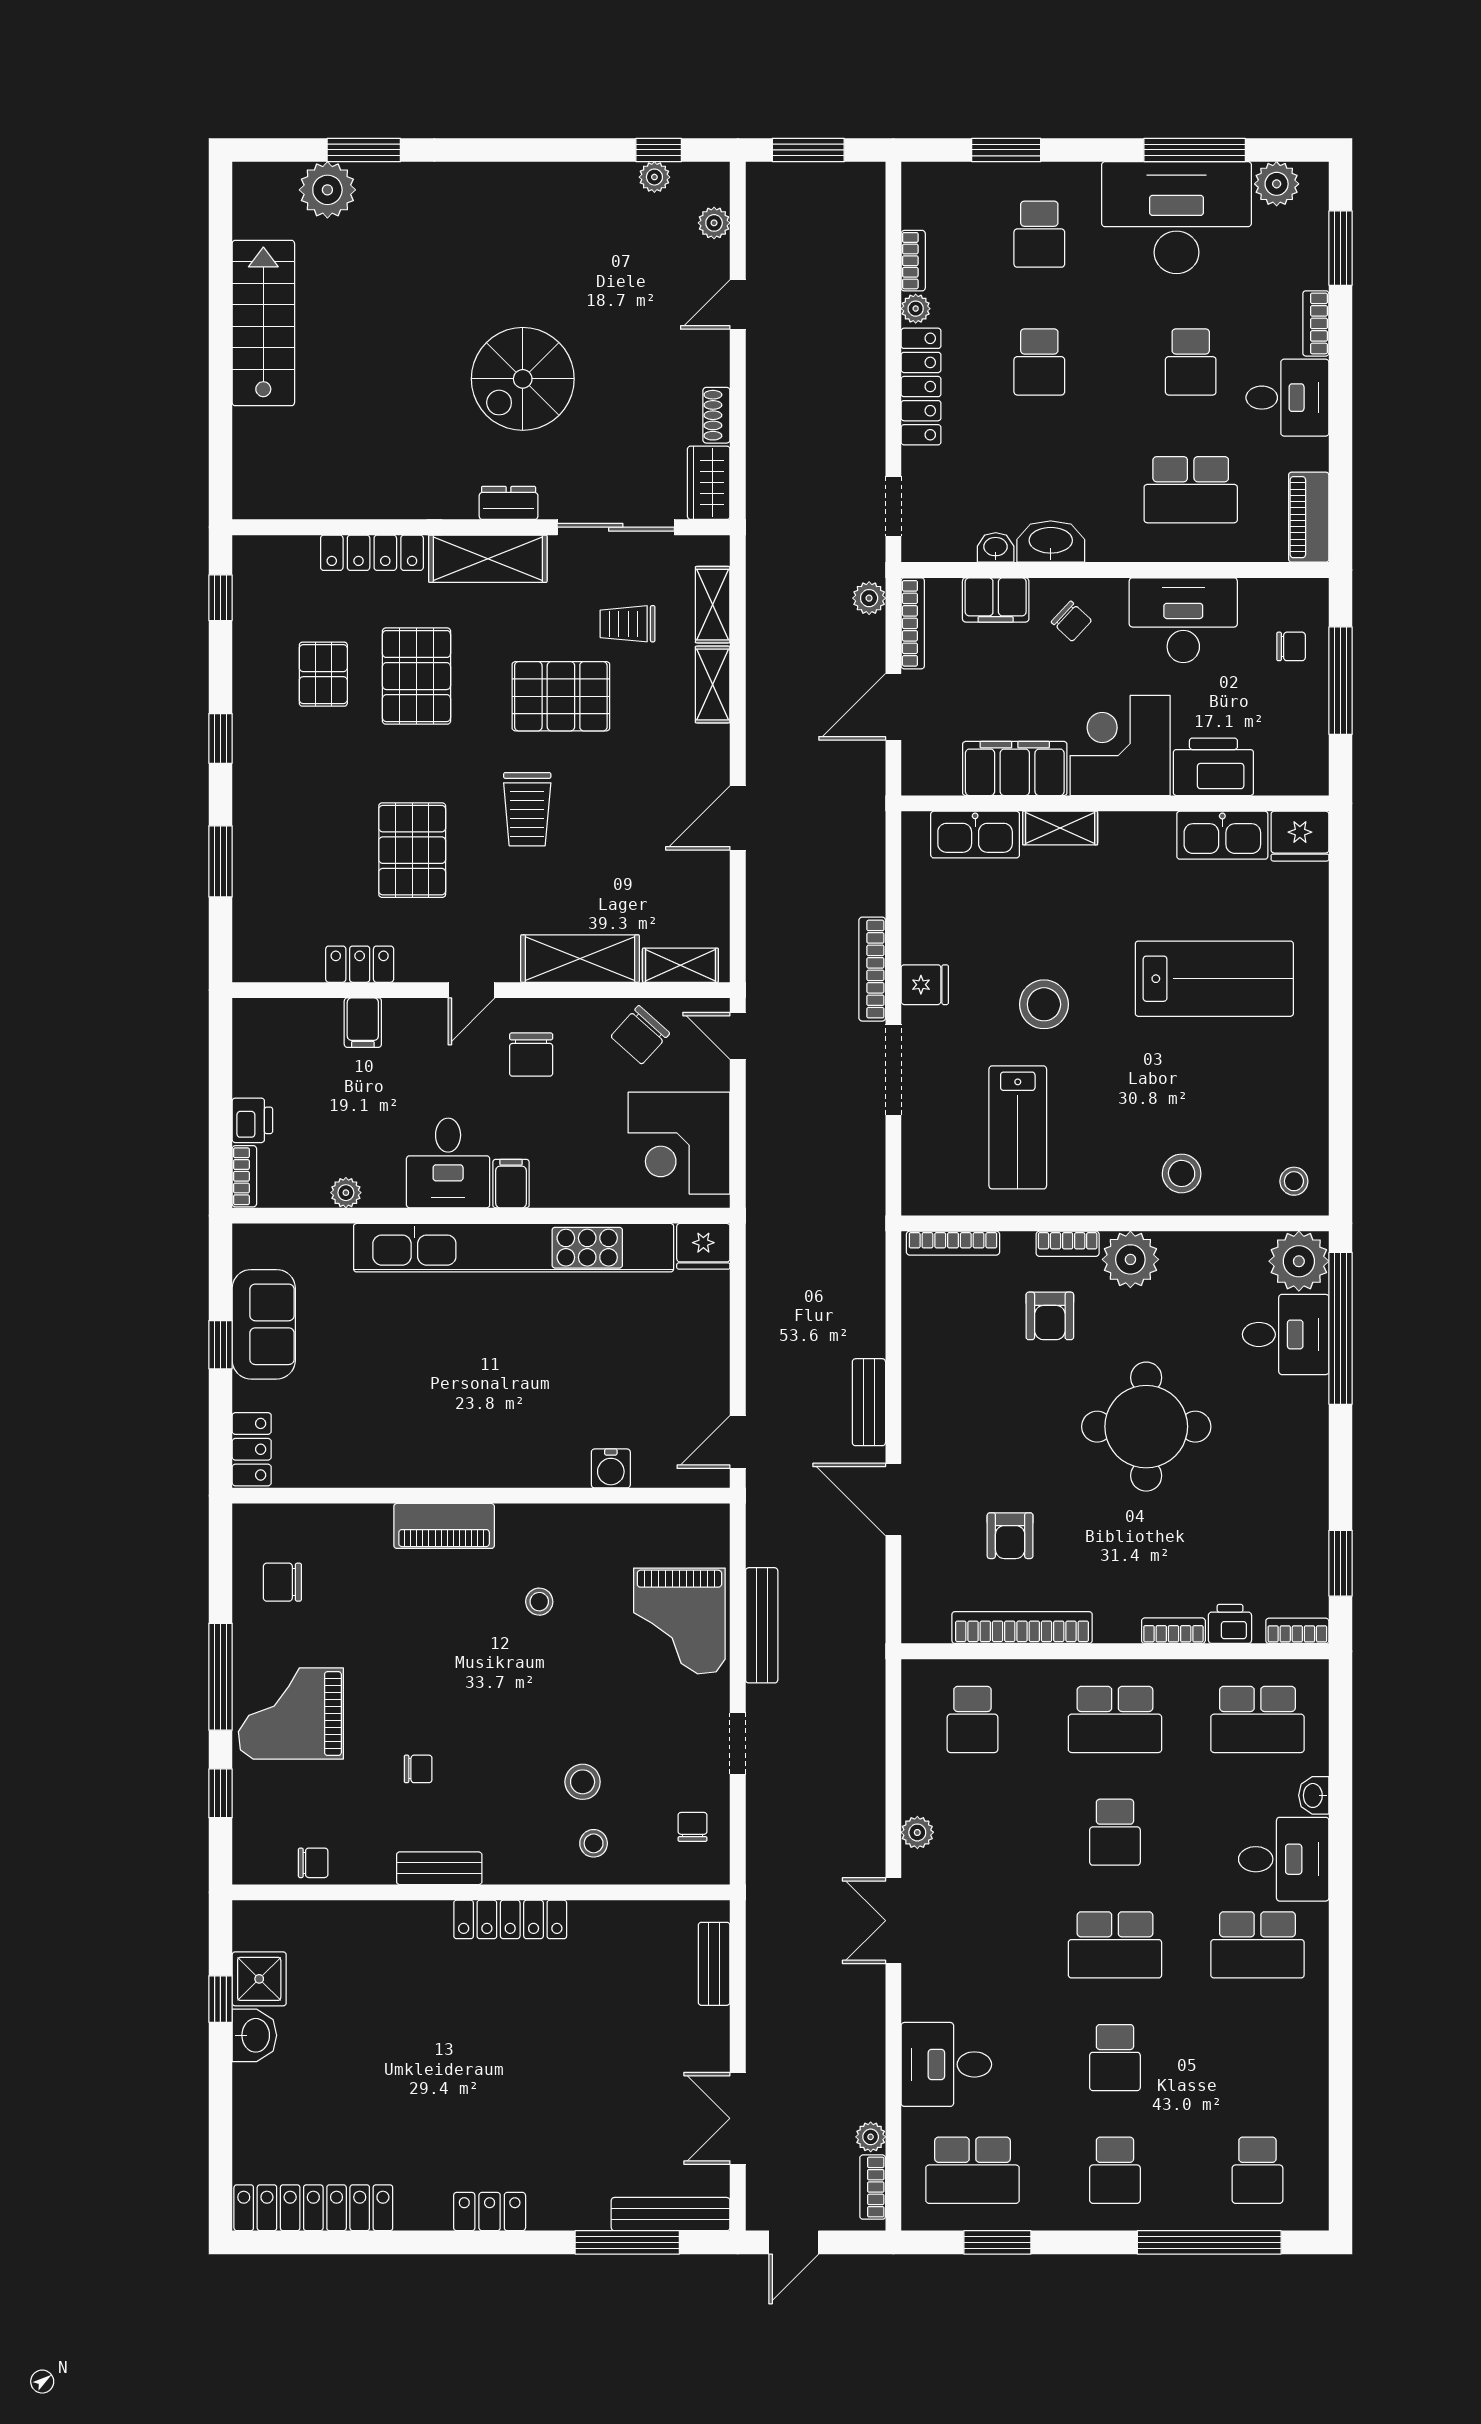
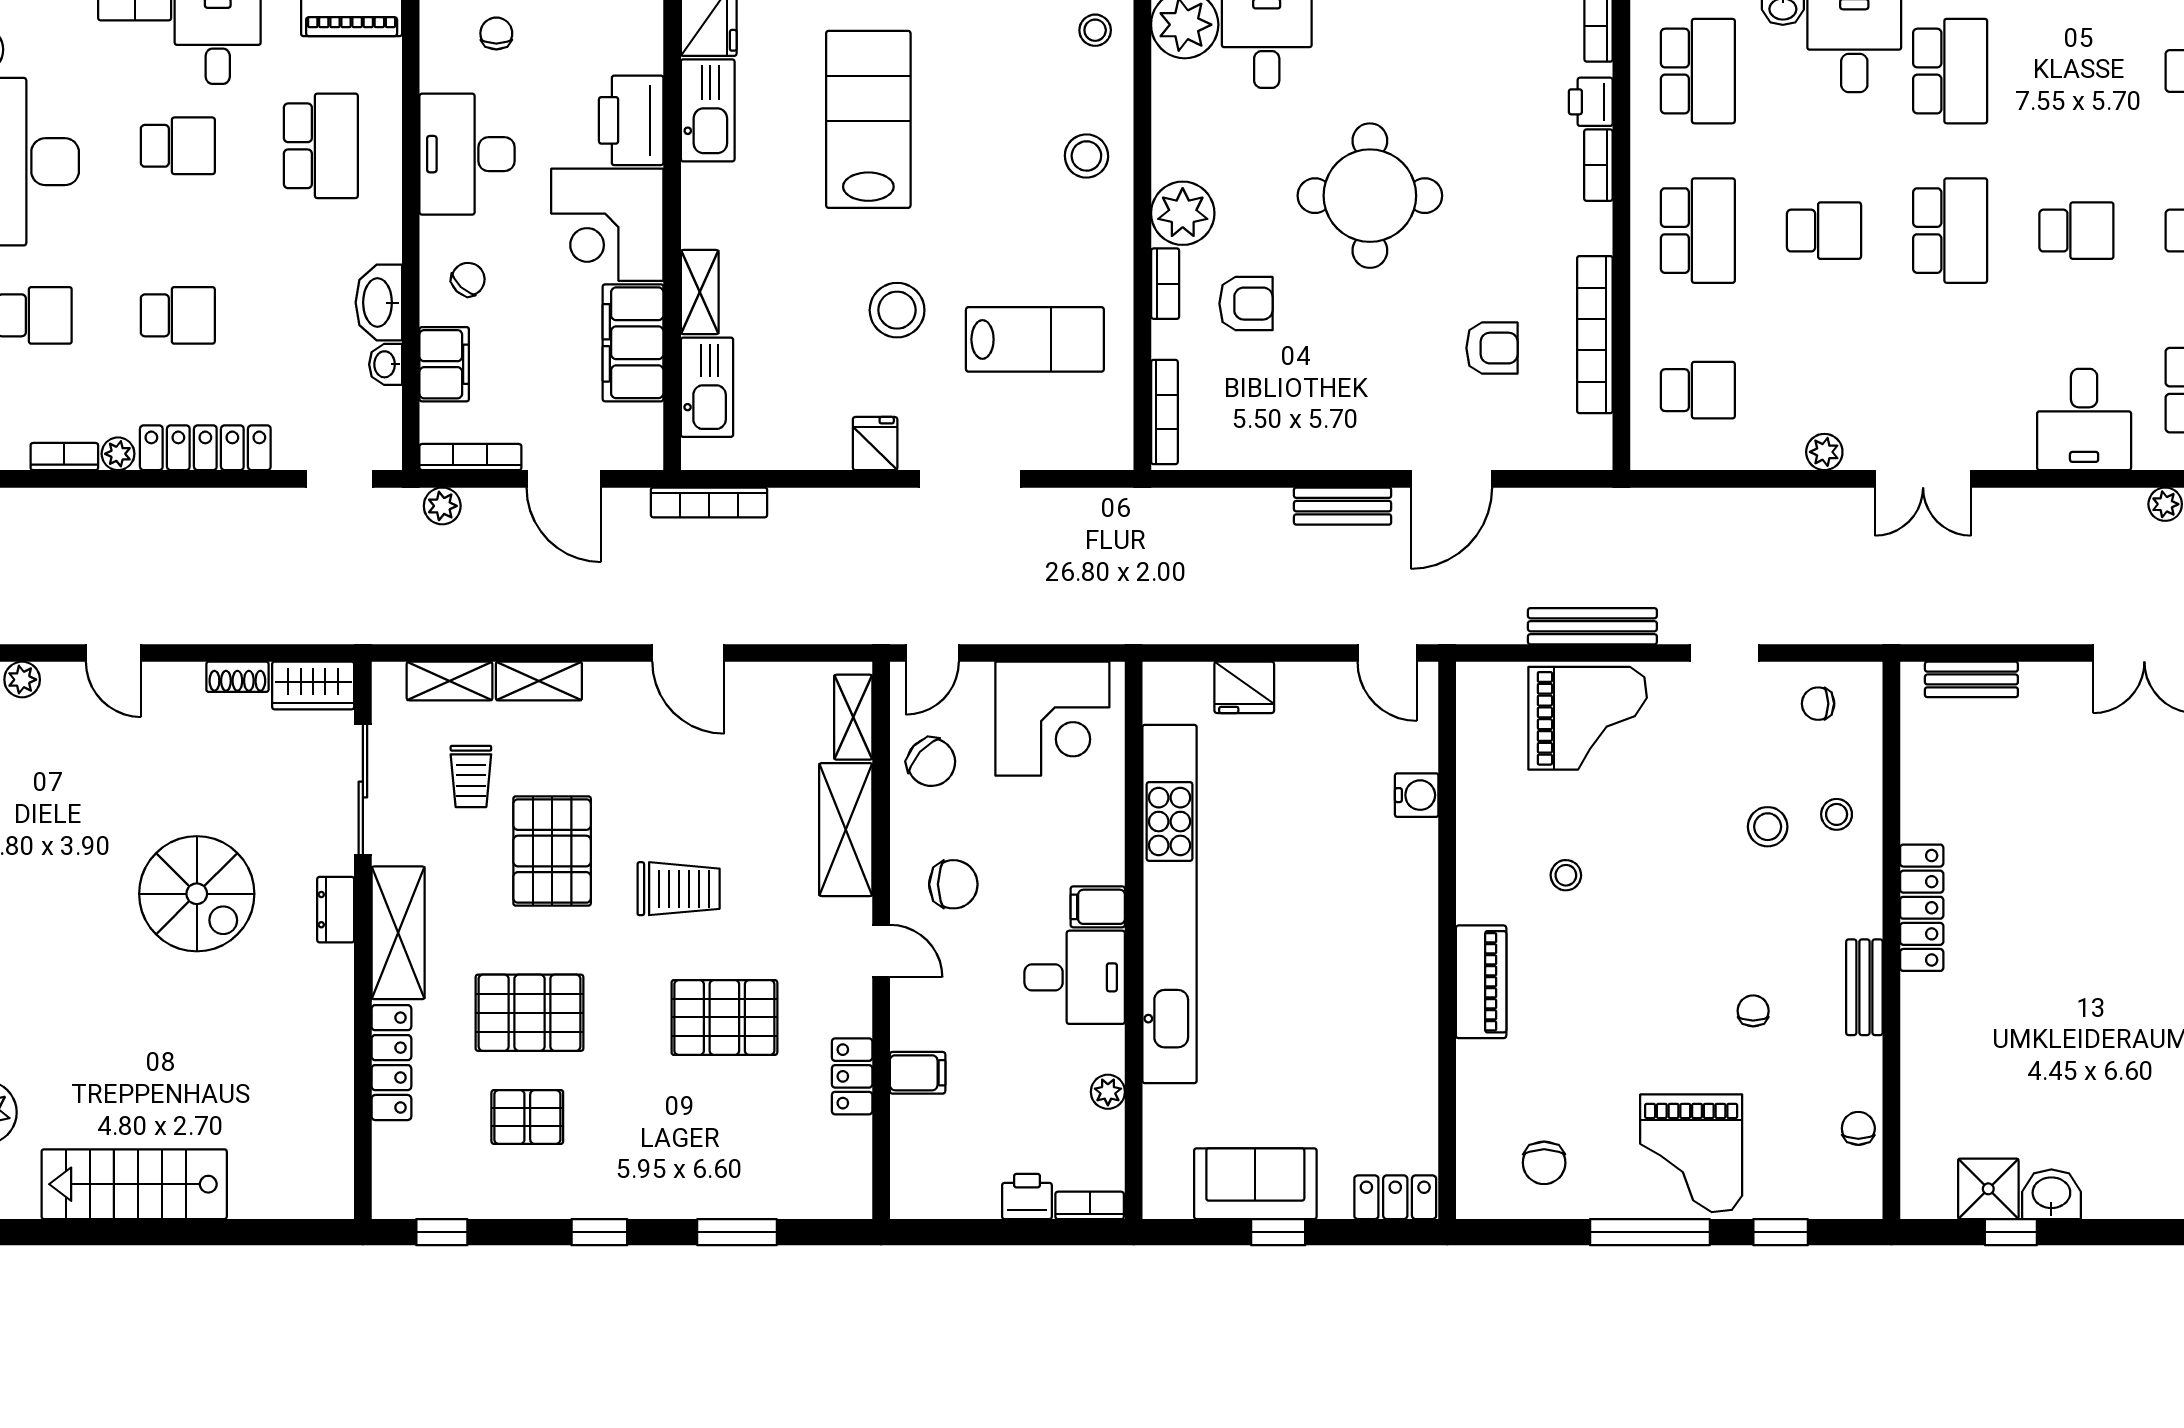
bookcase: (872, 969) -> (709, 502), moved
fridge: (703, 1246) -> (1244, 687), moved, turned 90

